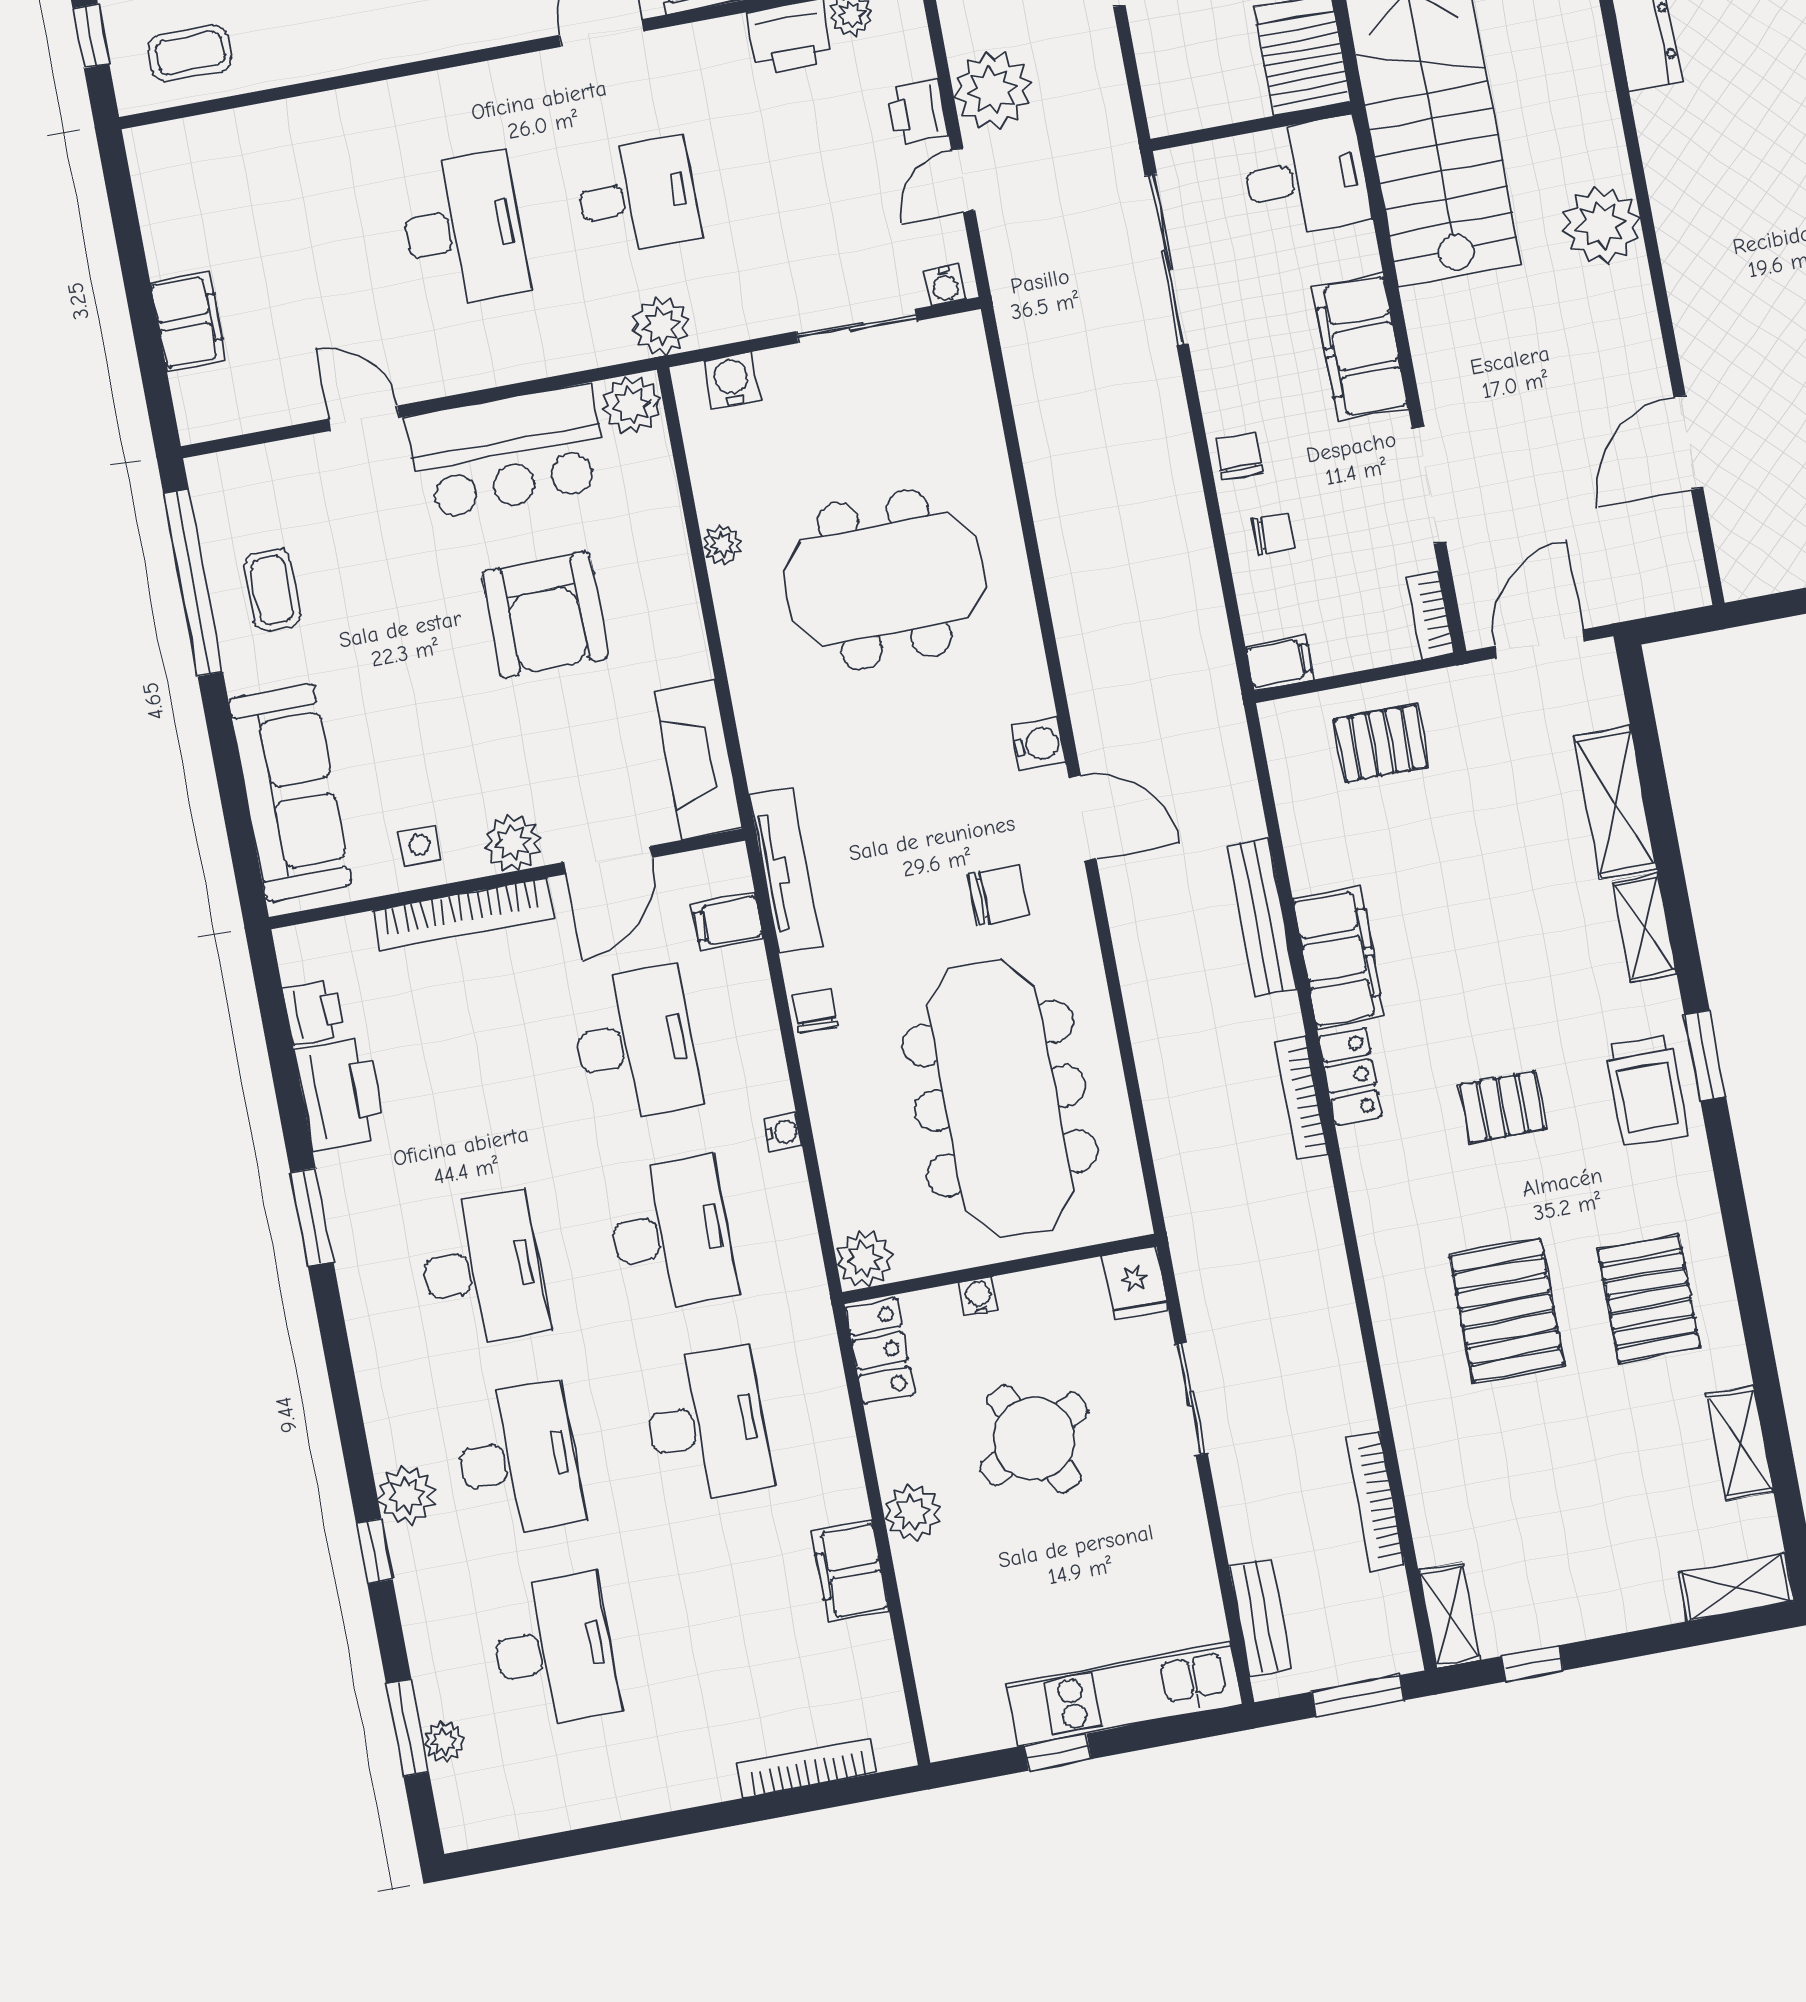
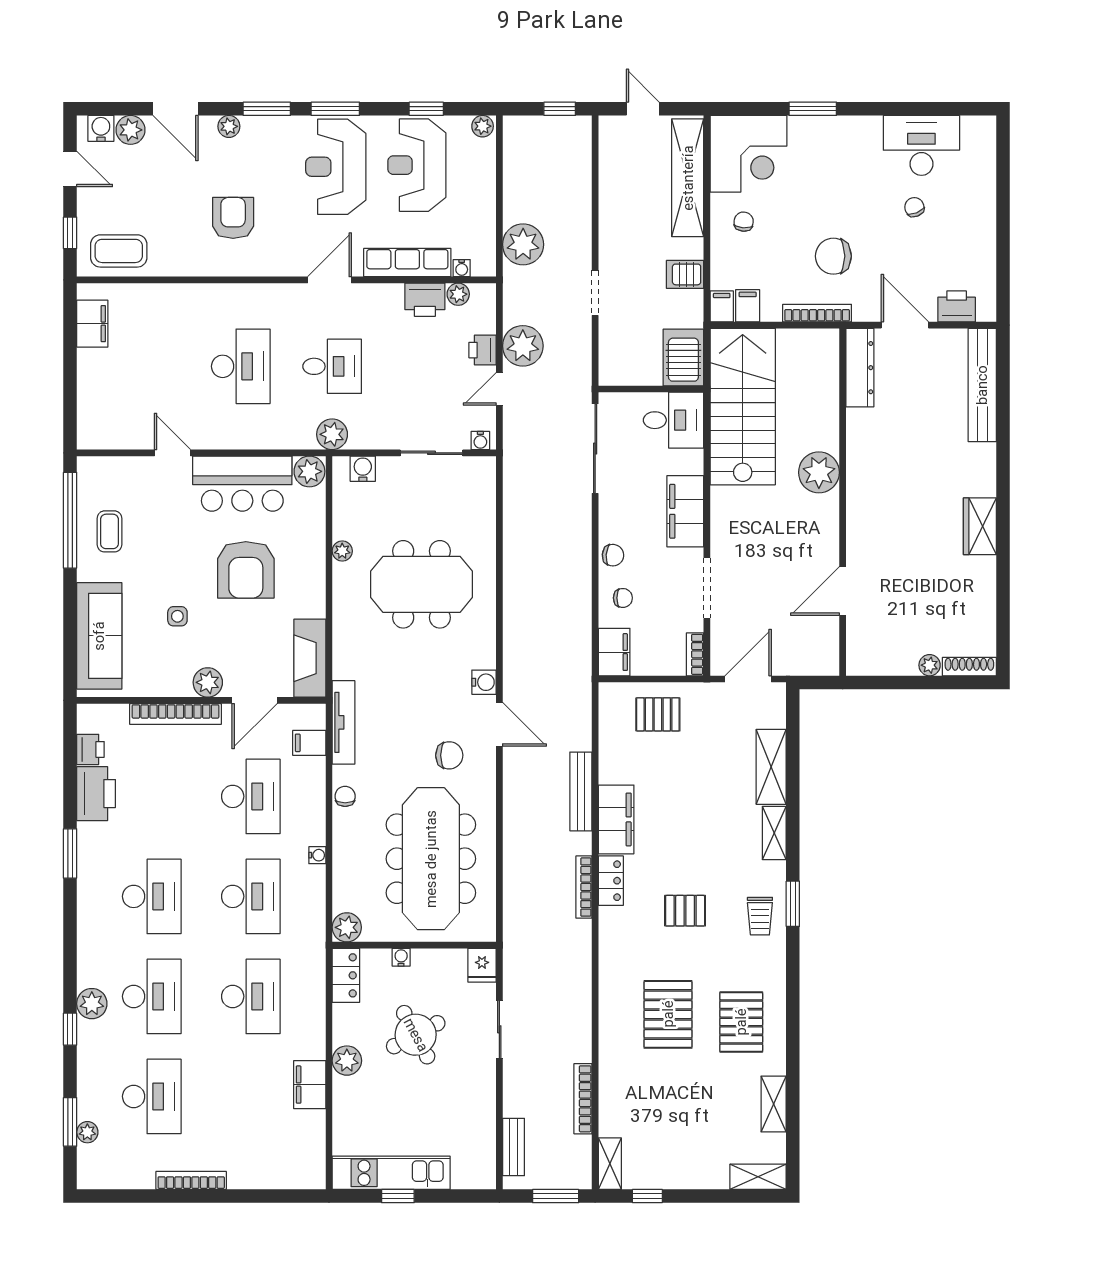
coffee table: (190, 53) -> (119, 251), width x1.36, depth x1.30
filing cabinet: (188, 321) -> (92, 324), moved
chair: (1239, 456) -> (613, 555), turned 95
filing cabinet: (1280, 663) -> (614, 652), width x2.00
side table: (420, 845) -> (177, 616), moved
trolley: (1647, 1091) -> (760, 916), width x0.73, depth x0.72
kitchen unit: (1124, 1694) -> (391, 1173), moved
bookcase: (807, 1768) -> (191, 1180), moved

